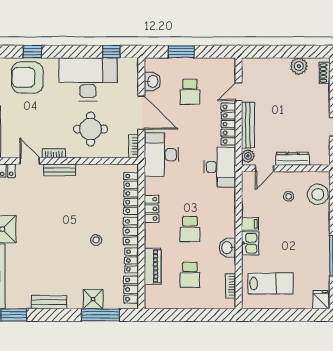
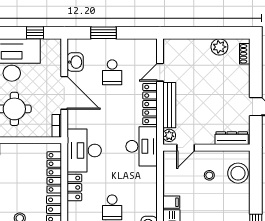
desk: (162, 155) -> (84, 150), moved
dresser: (293, 159) -> (232, 138), moved

